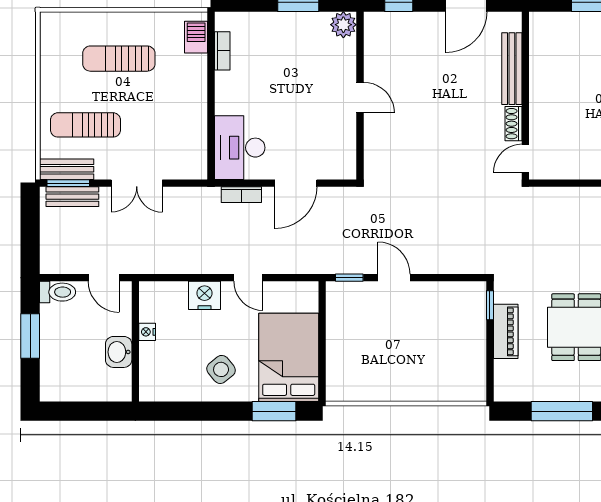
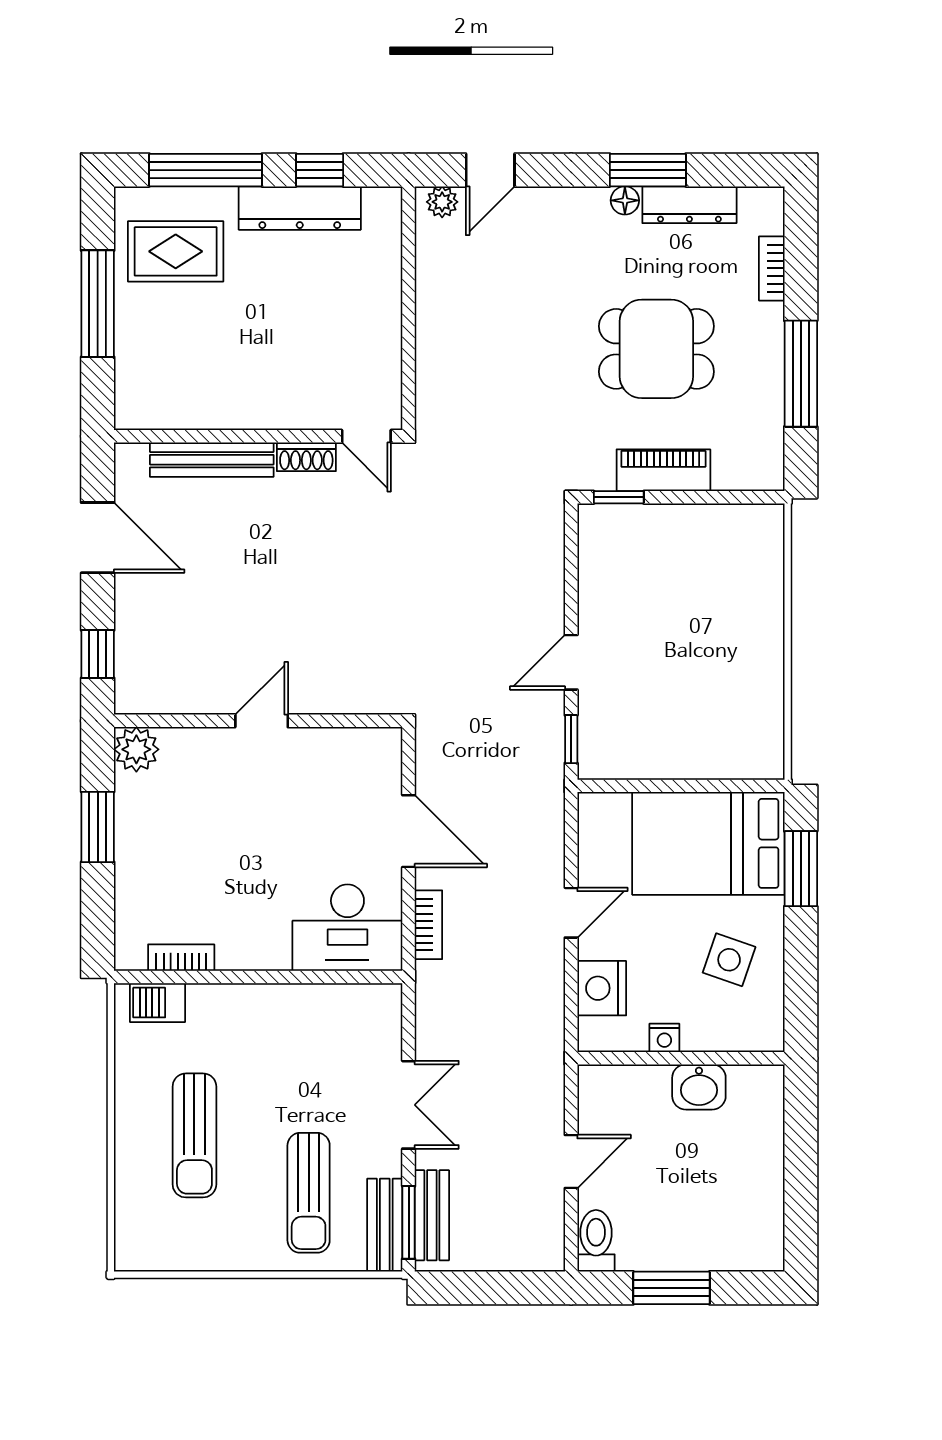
nightstand: (147, 332) -> (664, 1038), moved
wall: (135, 341) -> (681, 1058), moved
washbasin: (119, 352) -> (699, 1087), moved
side table: (221, 369) -> (729, 960), turned -32

